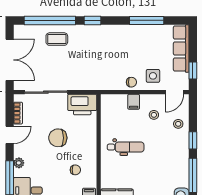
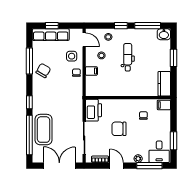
coffee table: (57, 39) -> (44, 130), width x1.86, depth x1.72
chair: (134, 39) -> (43, 71), added
window: (193, 70) -> (52, 26), moved
chair: (58, 138) -> (119, 129), turned 90
dental chair: (126, 147) -> (128, 57), moved

